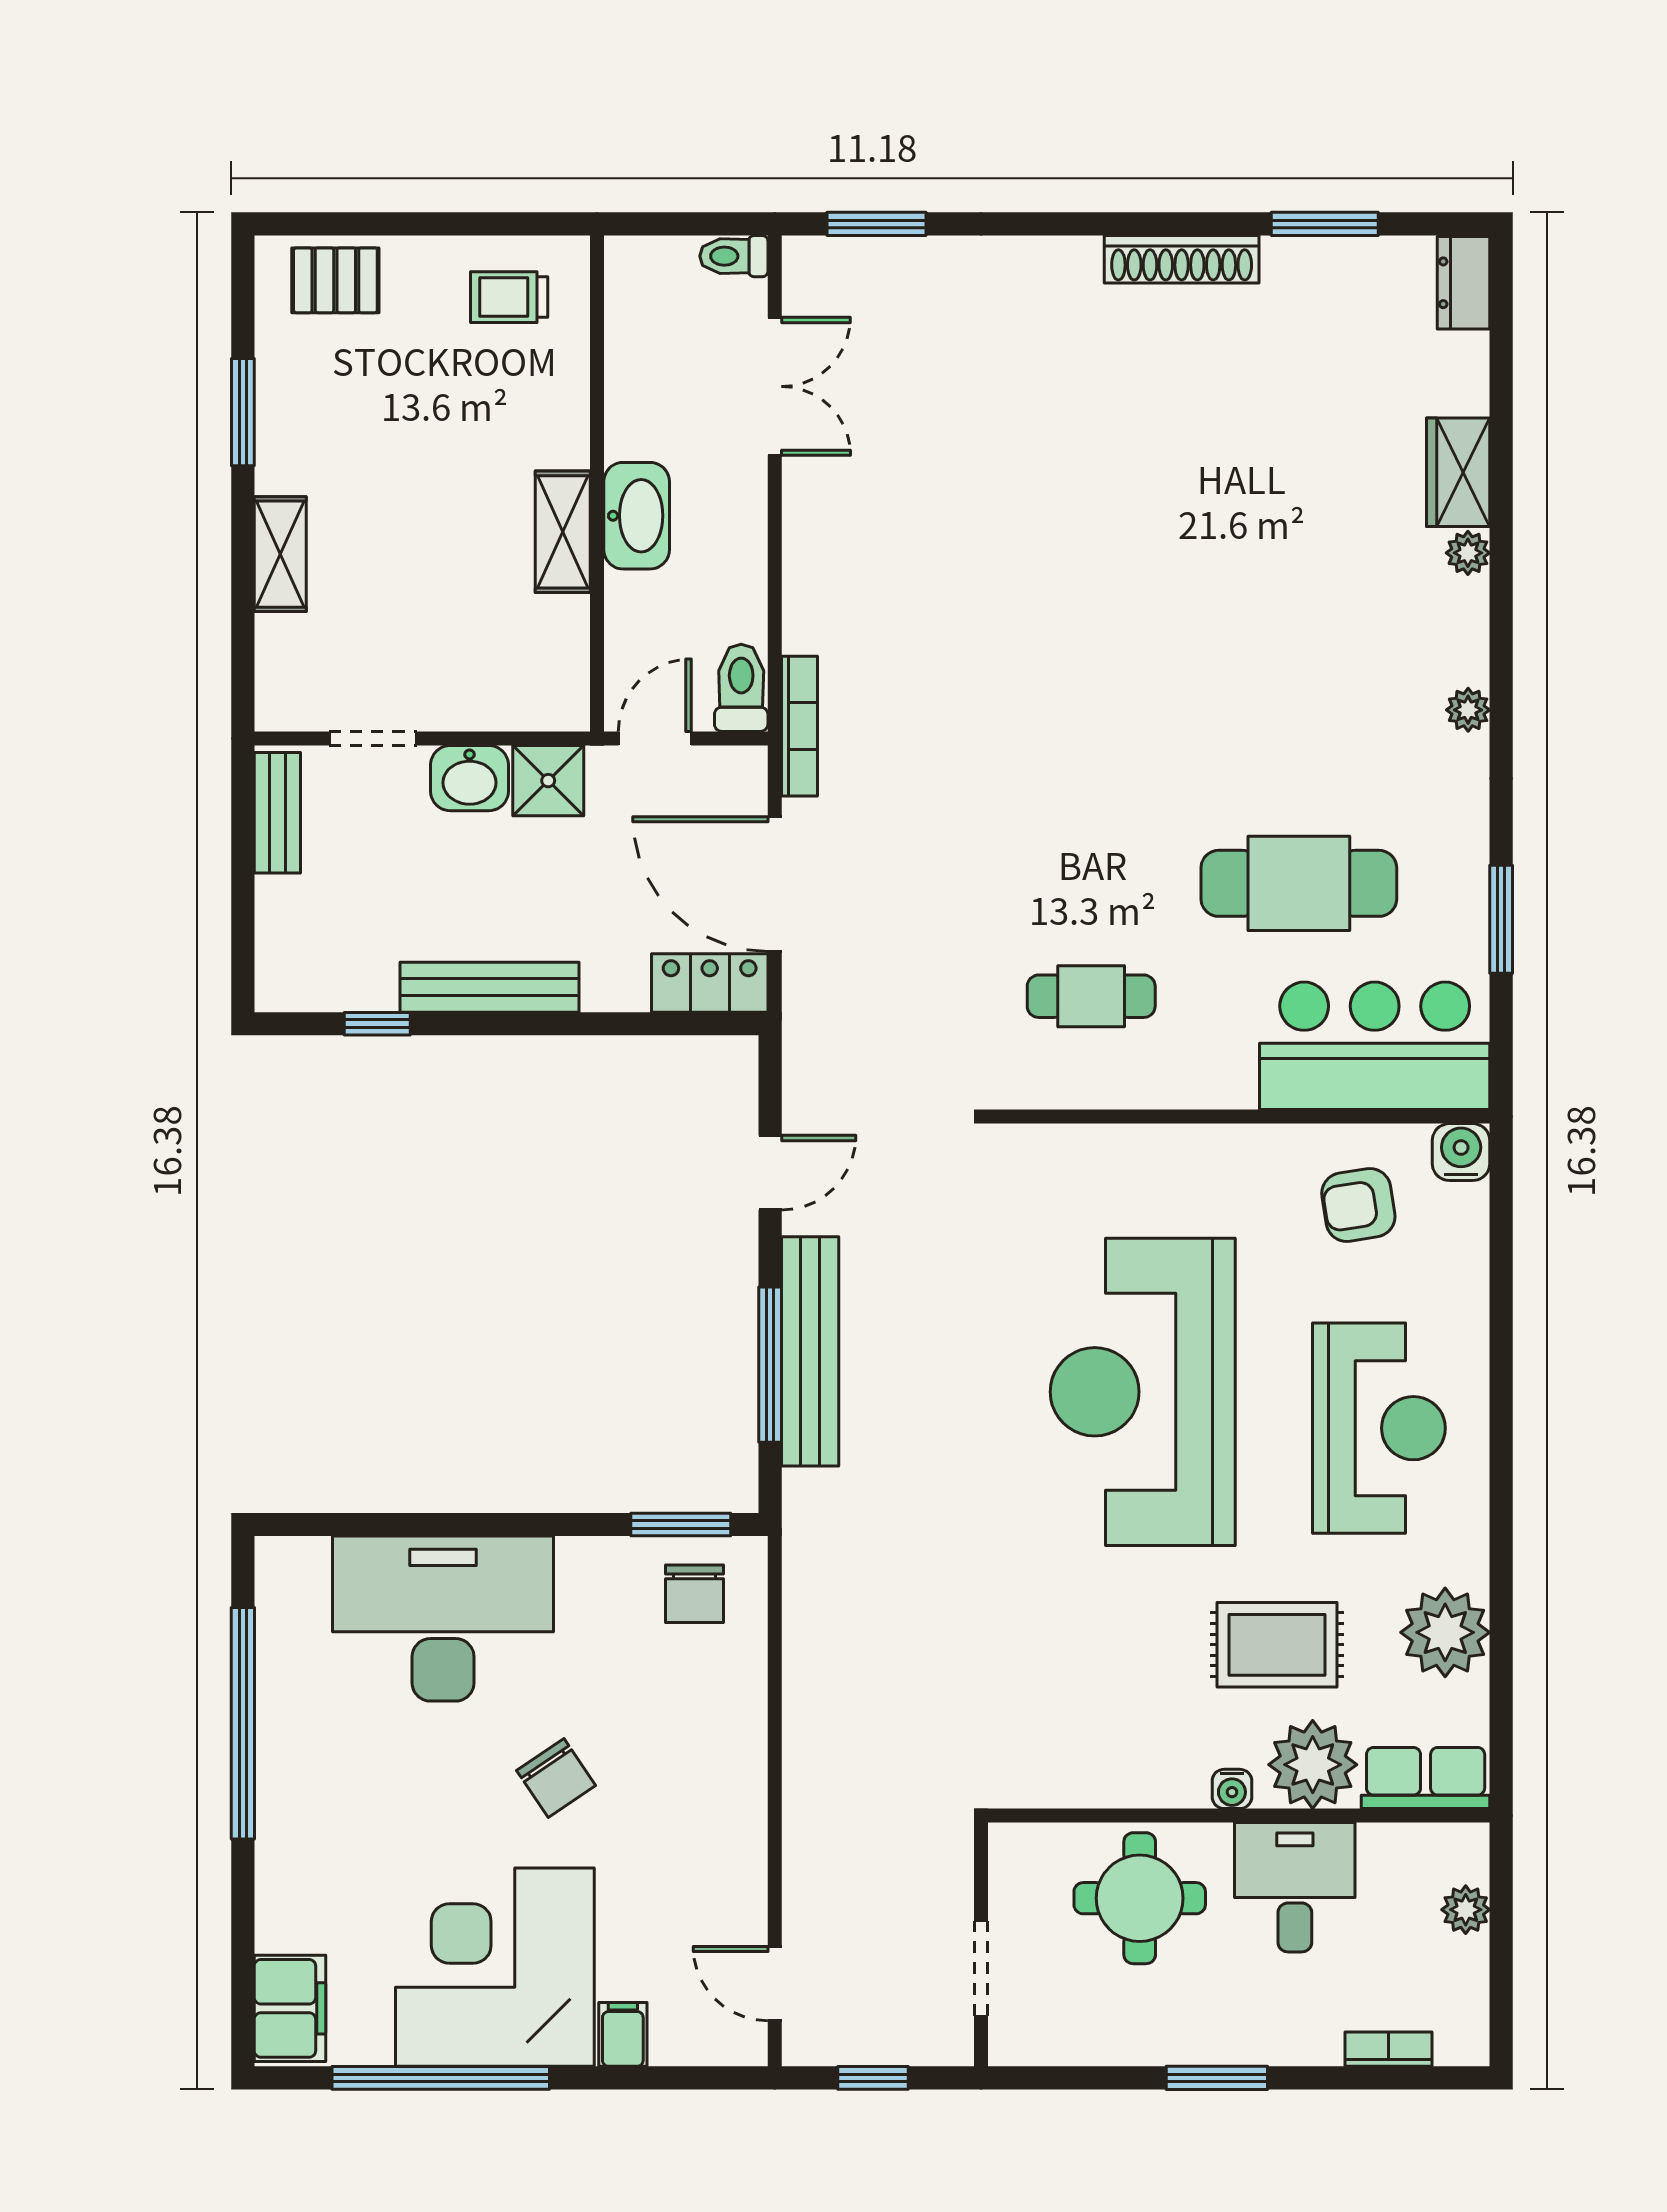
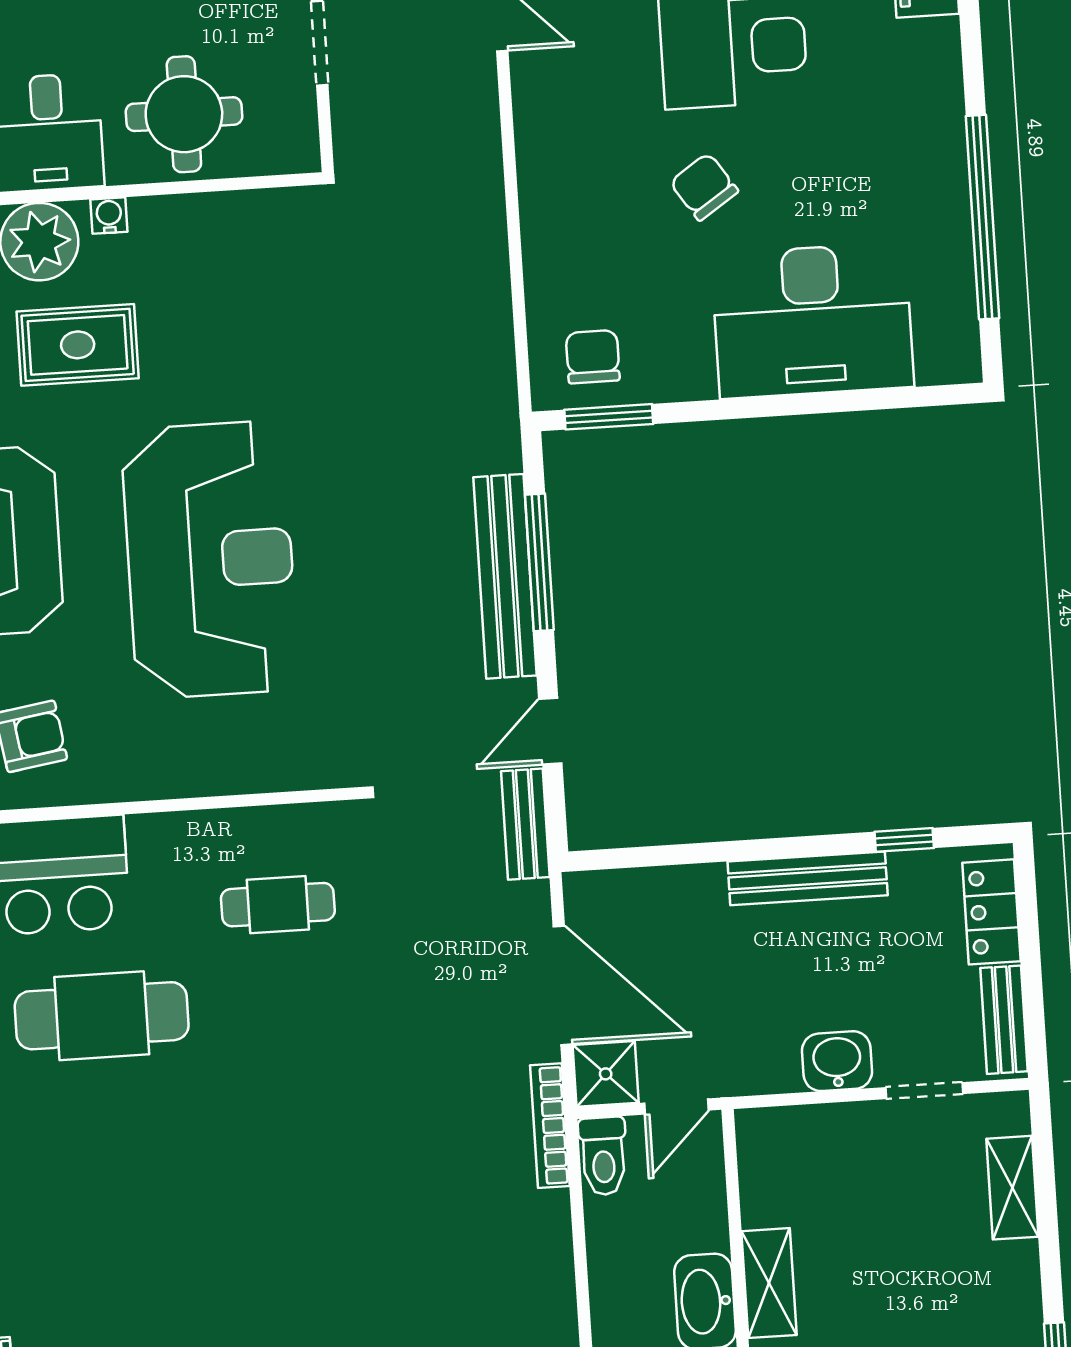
shelving: (280, 554) -> (1012, 1188), moved
shower: (548, 781) -> (606, 1074), moved
locker: (710, 983) -> (991, 912), moved, turned 90
bench: (805, 1069) -> (525, 824), added

